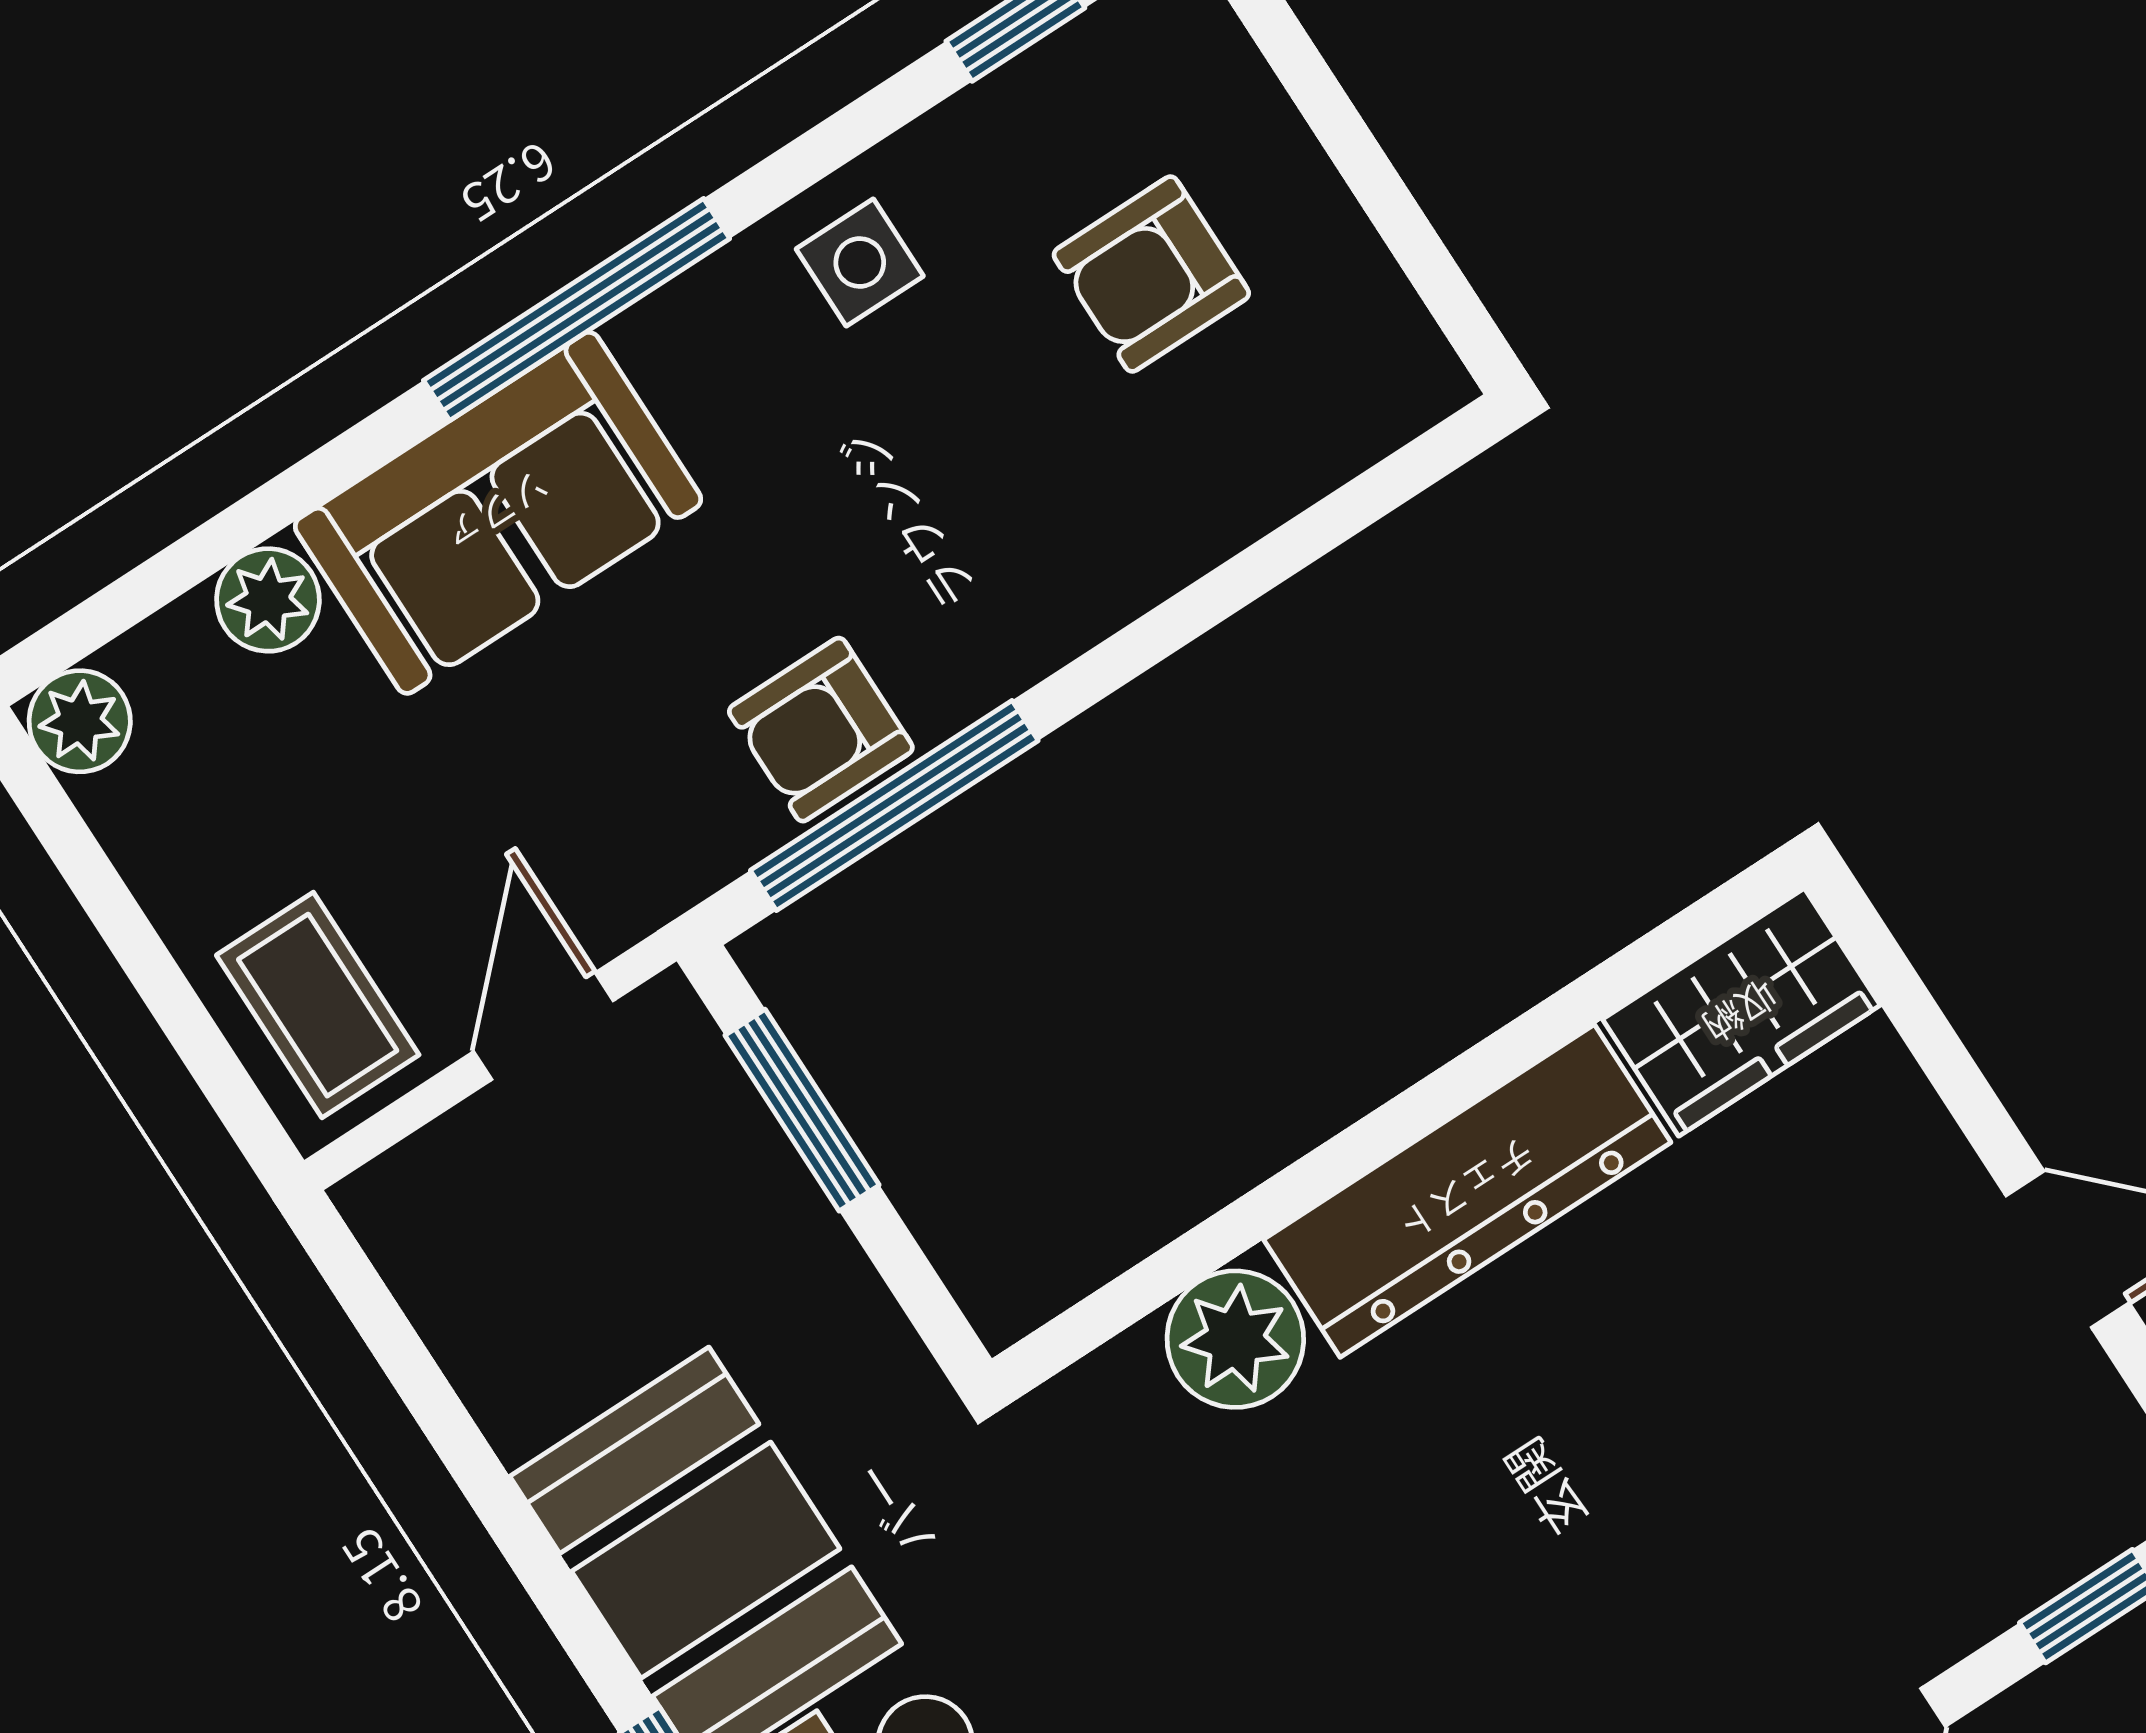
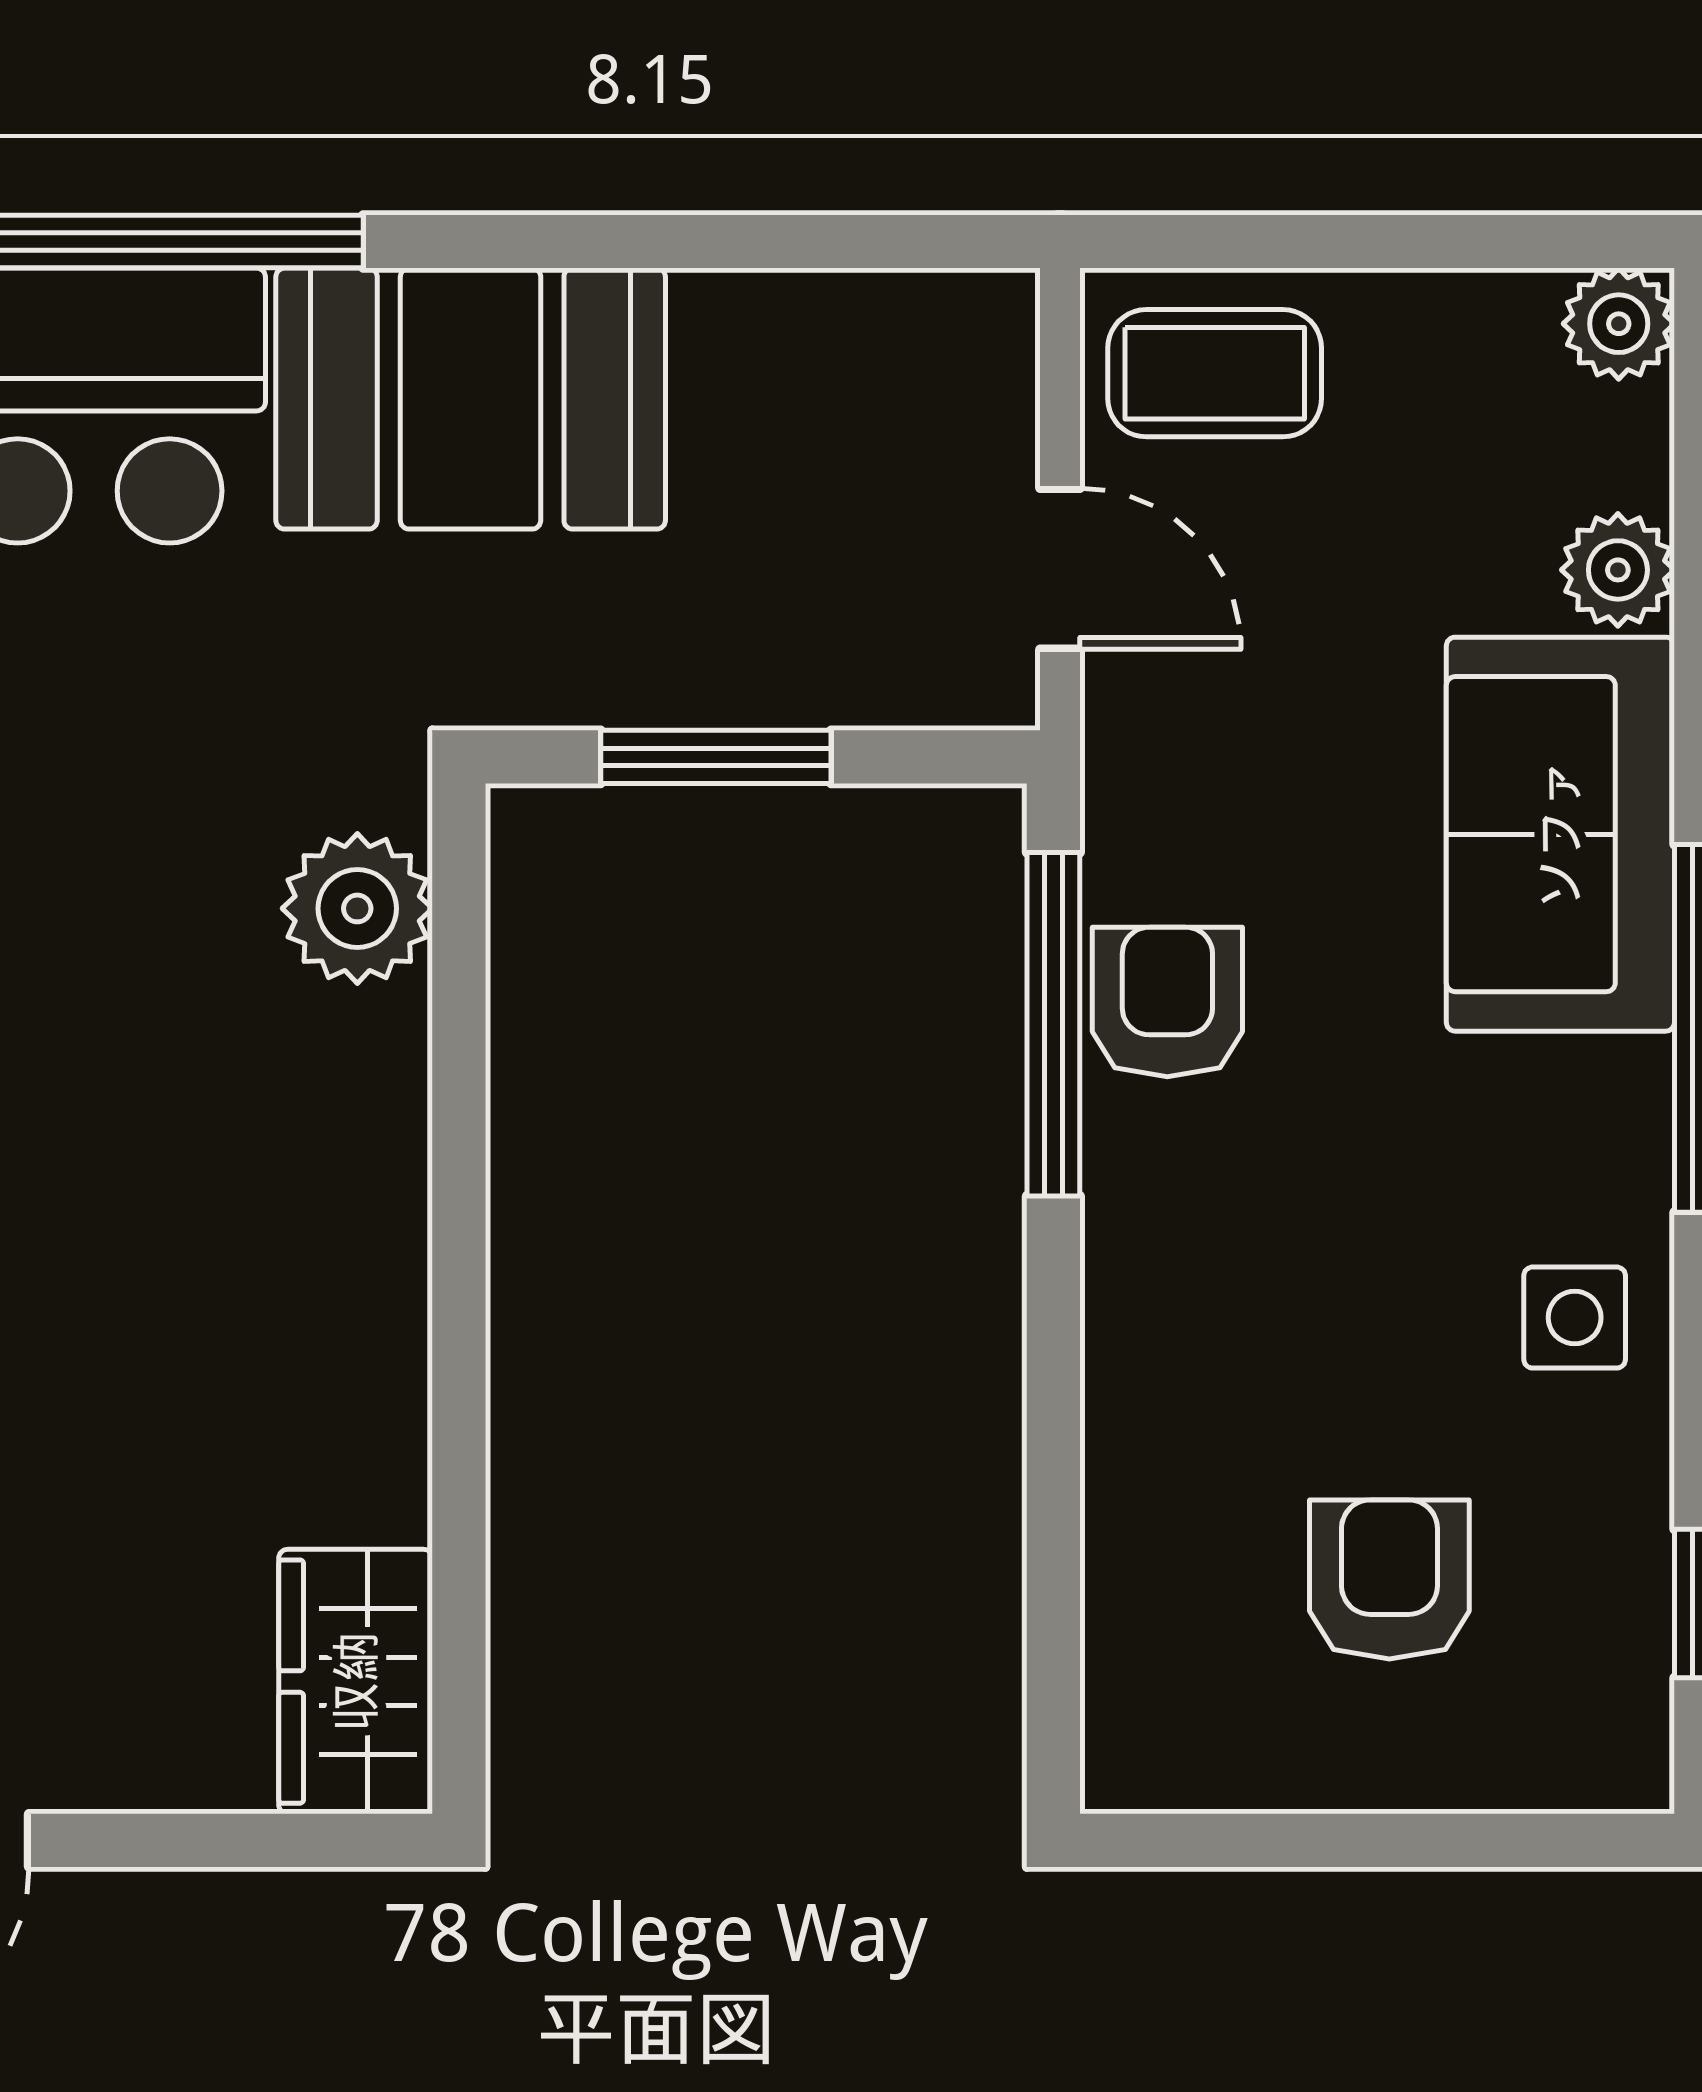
window: (802, 1110) -> (716, 757), moved
dresser: (1467, 1191) -> (355, 1322), removed
plant: (1235, 1339) -> (357, 908), moved

